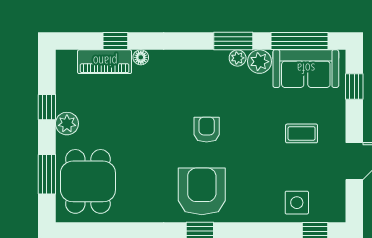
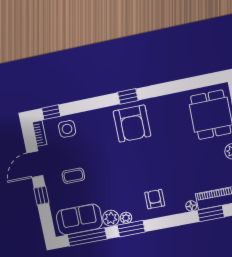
window: (115, 41) -> (211, 214), width x1.50
window: (354, 86) -> (41, 195), moved
armchair: (207, 130) -> (155, 199), moved, turned 180
bookcase: (338, 204) -> (39, 133), added

